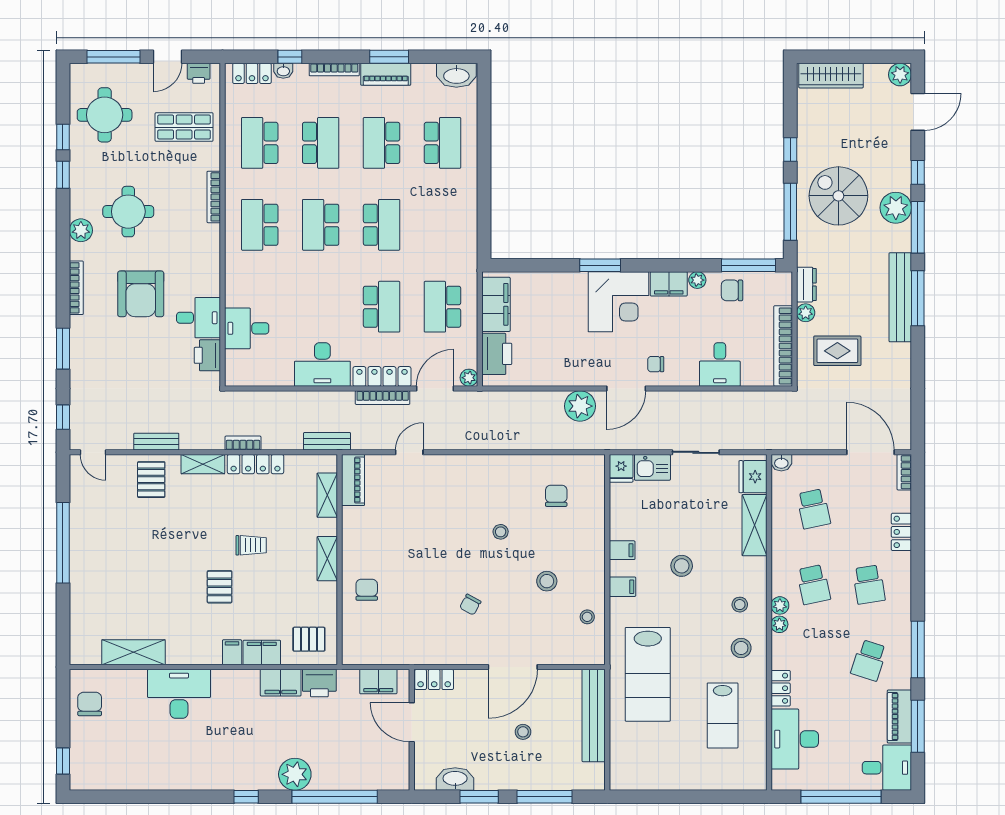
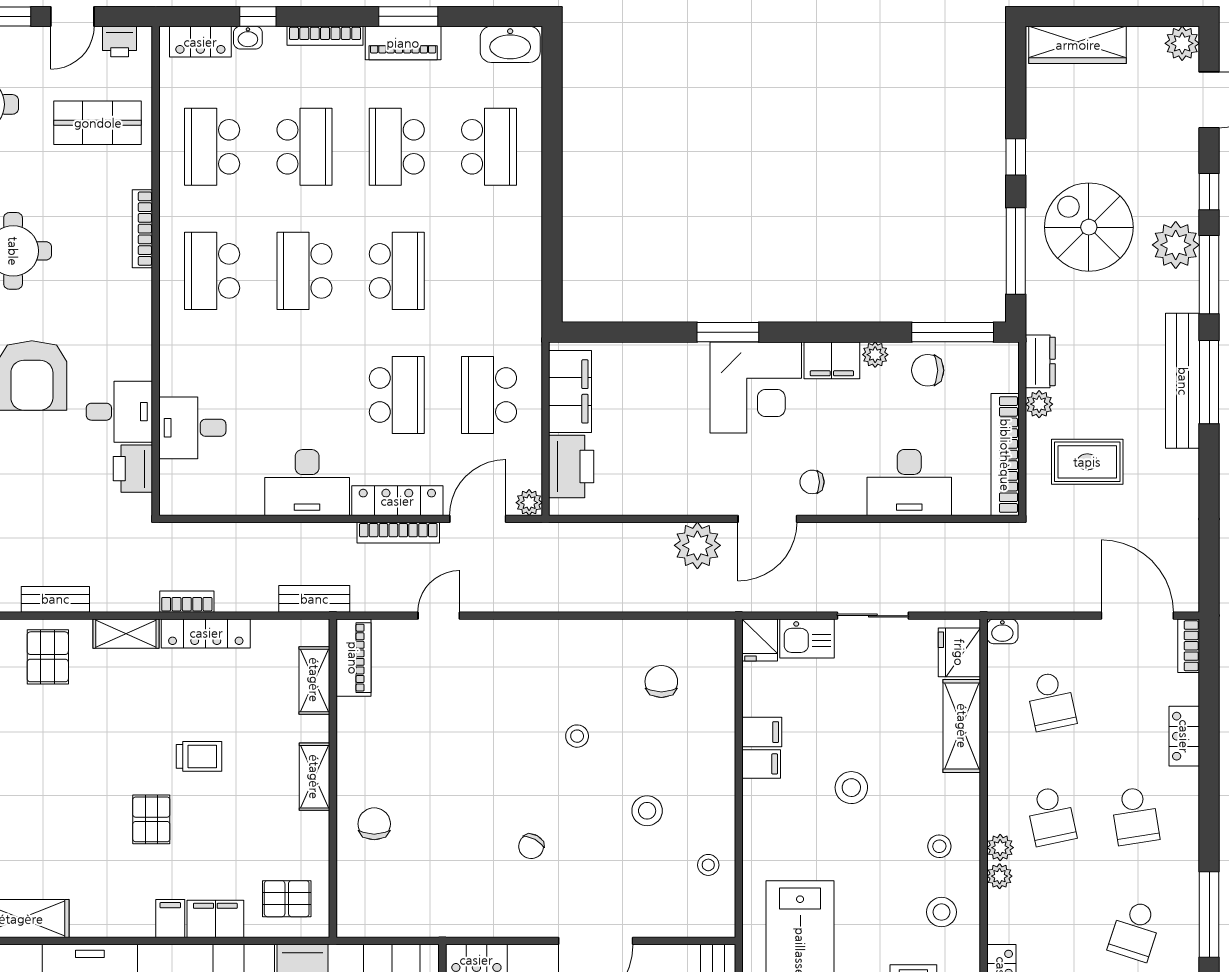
desk: (720, 364) -> (909, 483), width x1.37
filing cabinet: (623, 587) -> (762, 732), moved

